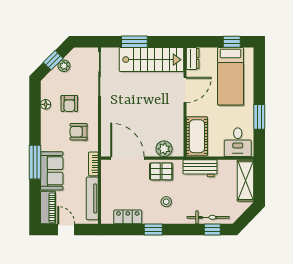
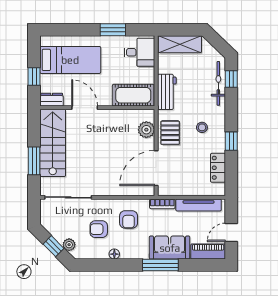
window: (232, 42) -> (34, 76), moved
plant: (64, 66) -> (69, 245), moved
armchair: (69, 103) -> (99, 229), turned 180
floor lamp: (46, 104) -> (114, 254), moved

